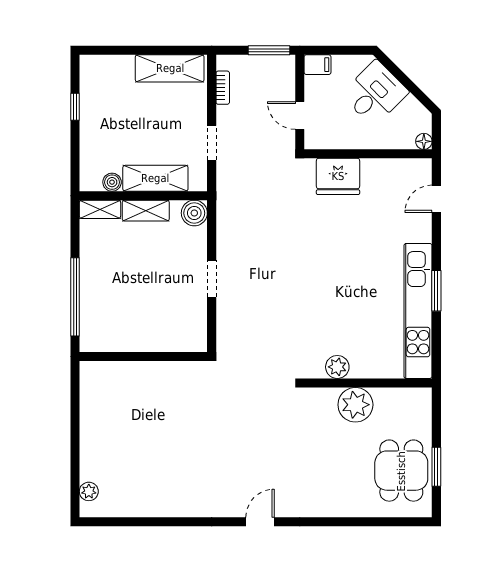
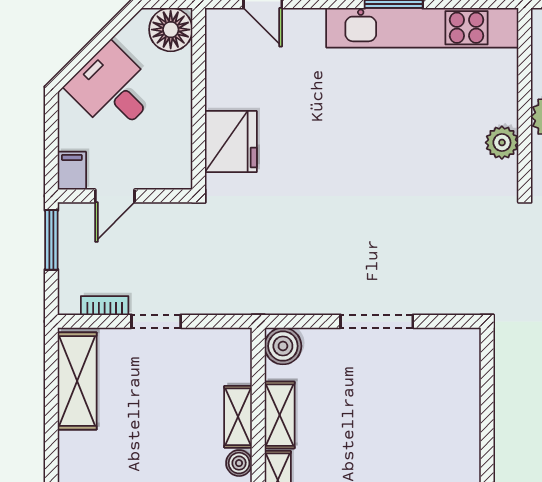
door: (300, 115) -> (115, 196), moved
floor lamp: (424, 141) -> (171, 30), width x1.89, depth x1.89
doorway: (212, 143) -> (156, 321), moved
shelving: (155, 178) -> (238, 417), width x0.67, depth x0.75
doorway: (212, 279) -> (377, 321), width x1.38

